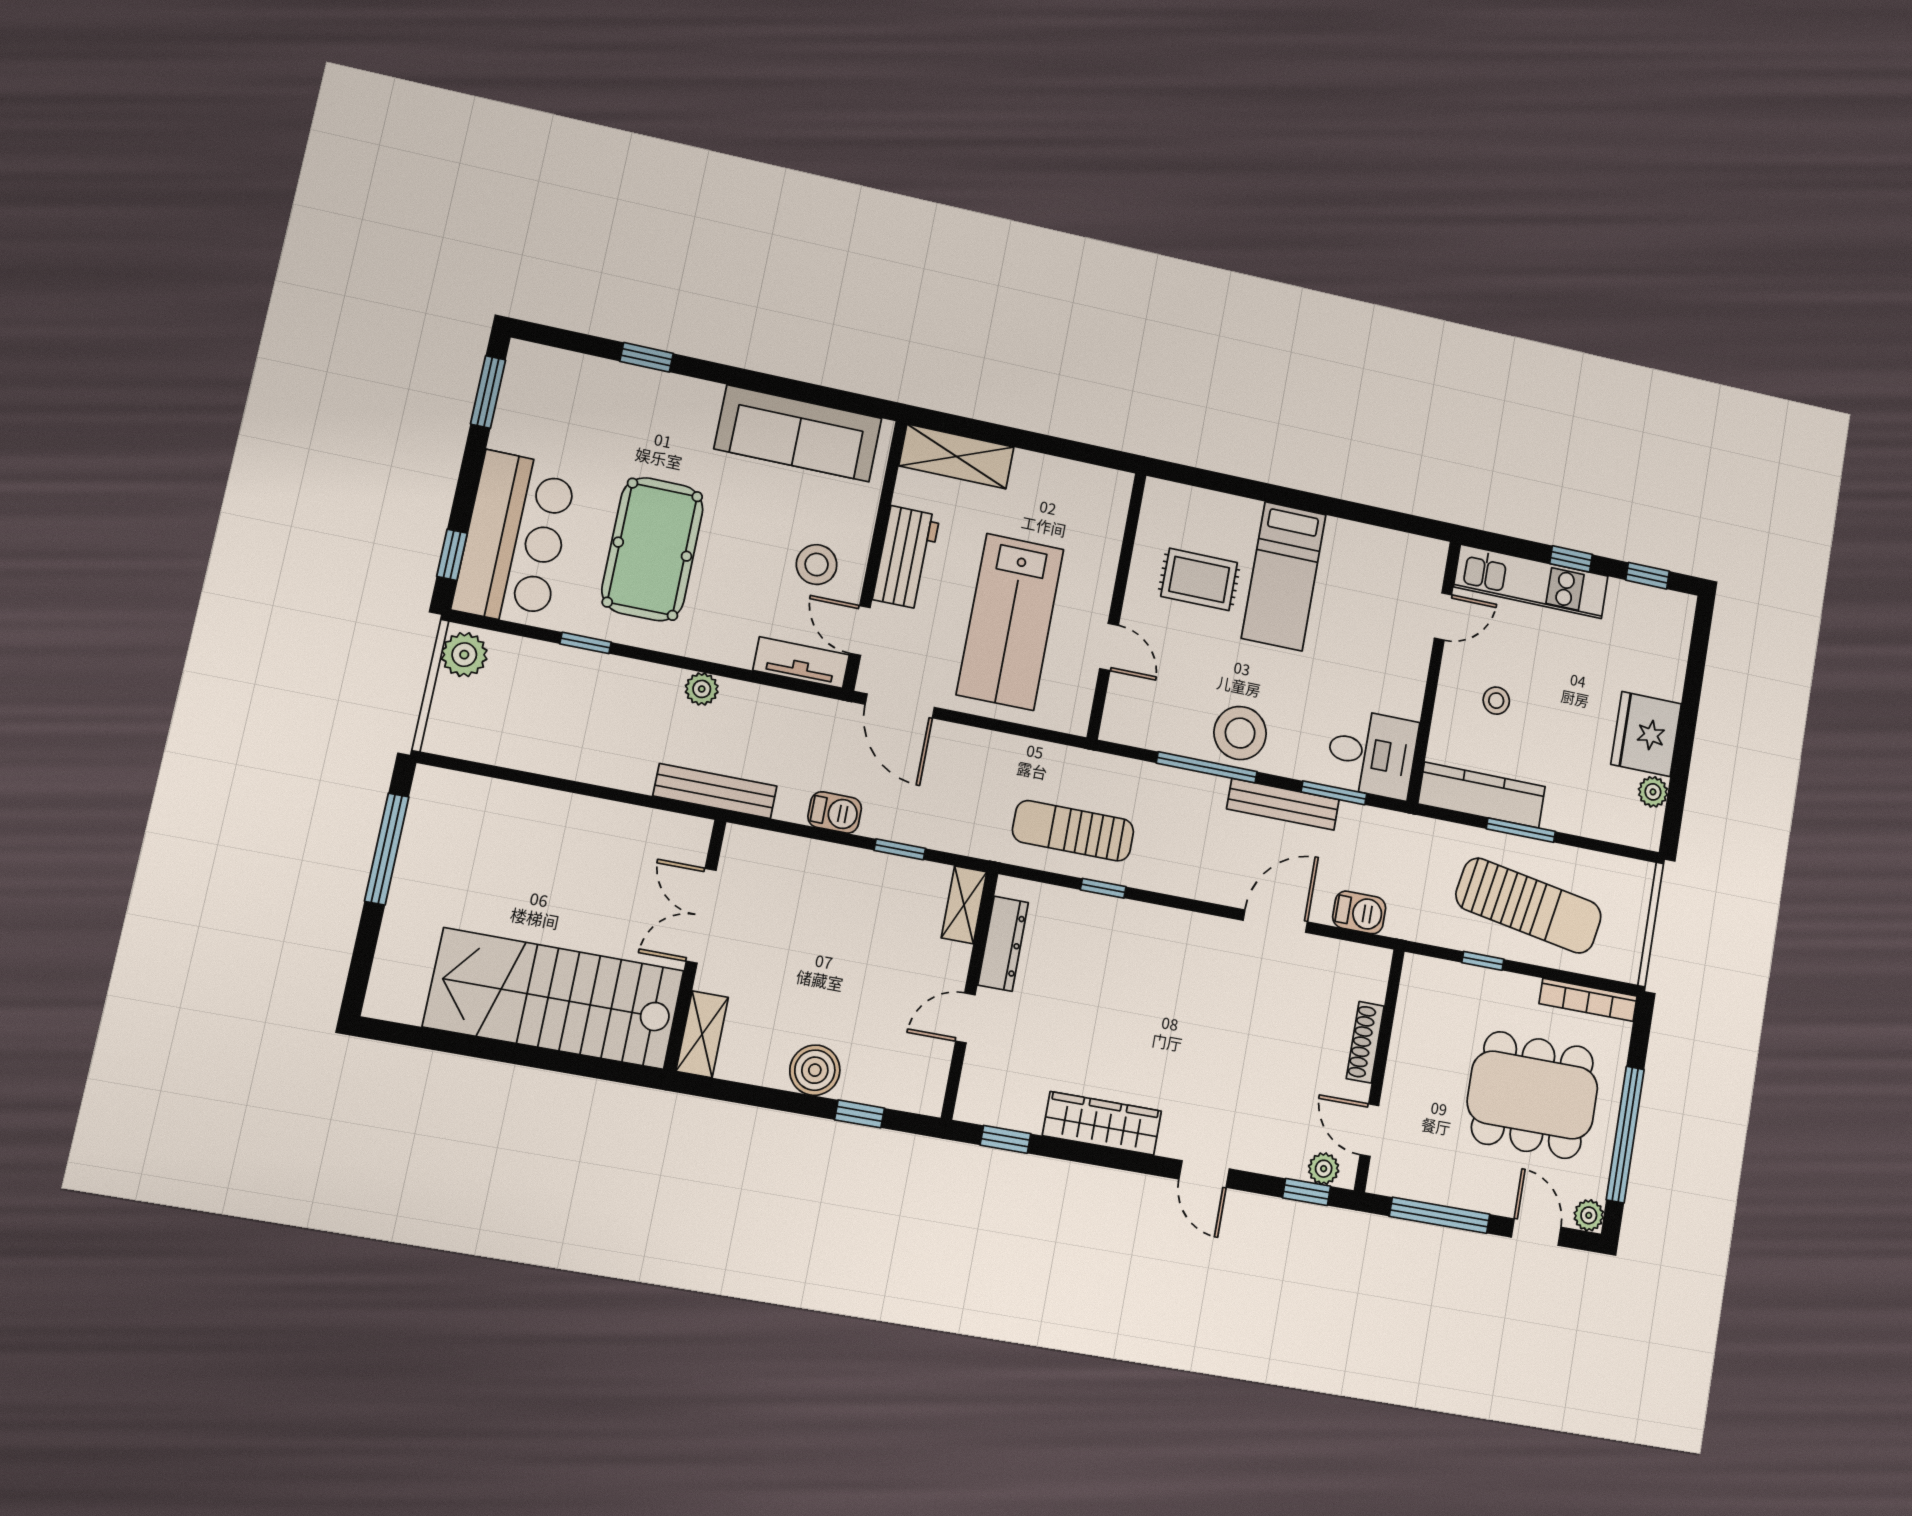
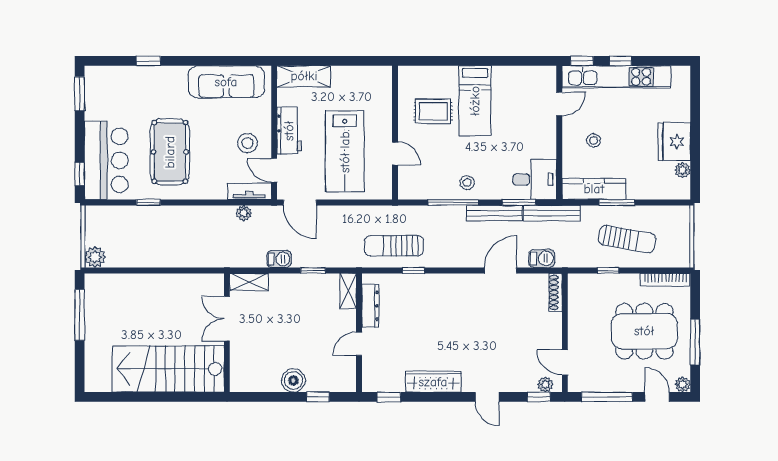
window: (1648, 576) -> (582, 61), moved
kitchen unit: (1531, 582) -> (616, 77), width x1.36
plant: (464, 655) -> (95, 257), moved
plant: (702, 689) -> (244, 213), moved
stool: (1240, 733) -> (467, 183), width x0.53, depth x0.53
bench: (715, 791) -> (552, 213), moved
sun lounger: (1529, 906) -> (627, 239), width x0.73, depth x0.75
shelving: (702, 1034) -> (249, 282), moved, turned 90
shoe rack: (1365, 1042) -> (556, 292), moved
window: (1625, 1134) -> (695, 342), width x0.68

